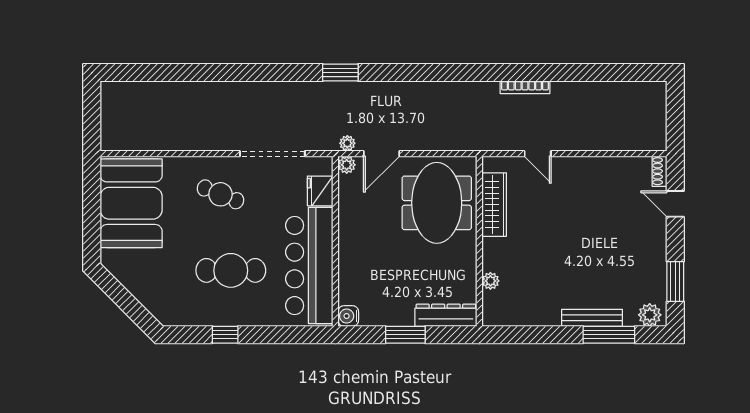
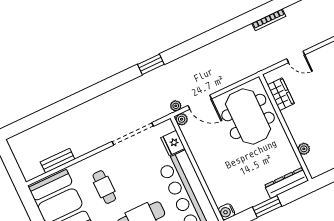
bench: (156, 142) -> (58, 161), added
door: (382, 154) -> (200, 102), hinge flipped
cafe table: (220, 194) -> (104, 187), moved, turned 68
wardrobe: (494, 205) -> (281, 94), width x0.67

